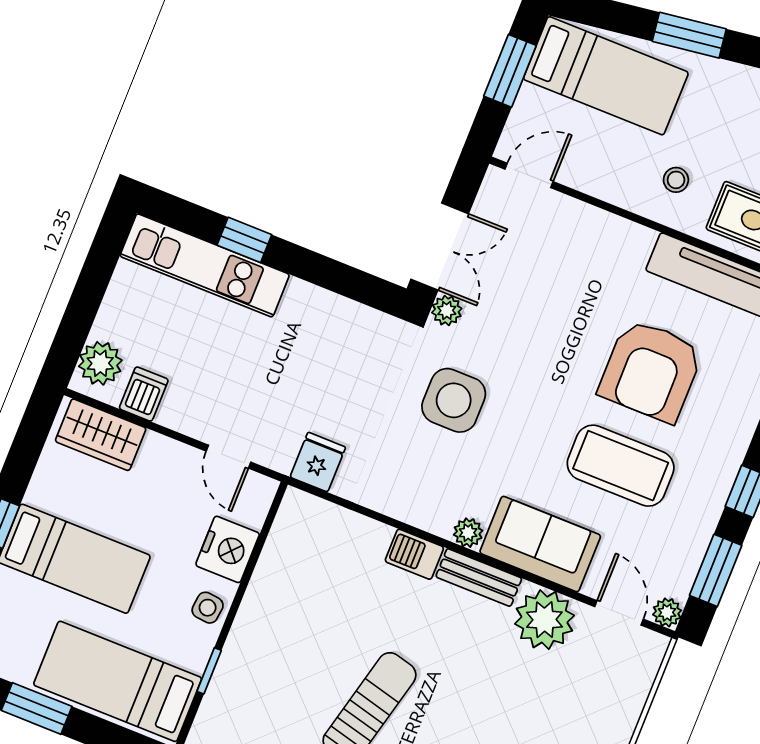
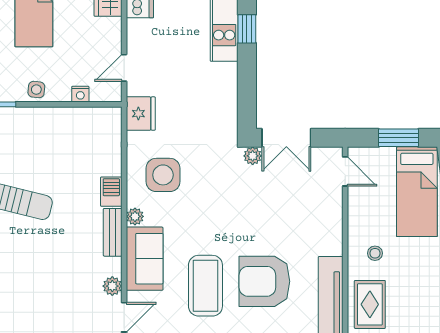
side table: (454, 400) -> (163, 175), moved
fridge: (318, 462) -> (141, 114), width x1.38
nightstand: (228, 549) -> (80, 94), width x0.53, depth x0.56
plant: (544, 620) -> (112, 286), width x0.53, depth x0.53

